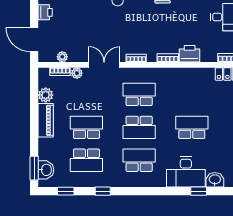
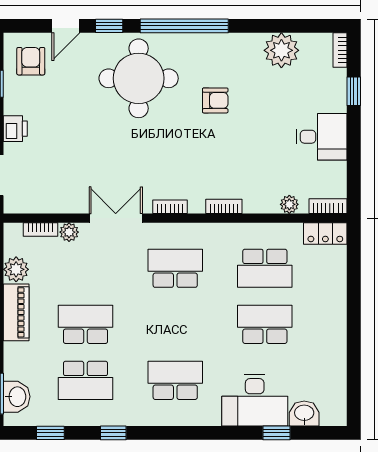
printer: (190, 54) -> (261, 199), removed
plant: (62, 57) -> (289, 204), moved
school desk: (139, 127) -> (265, 268), moved

